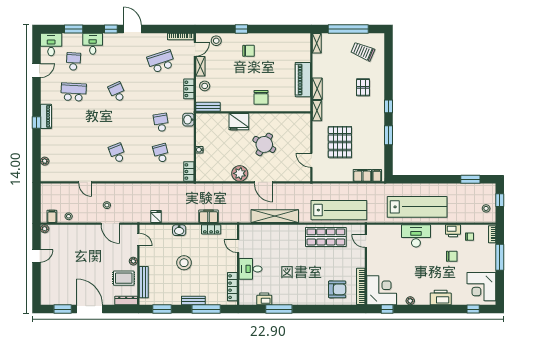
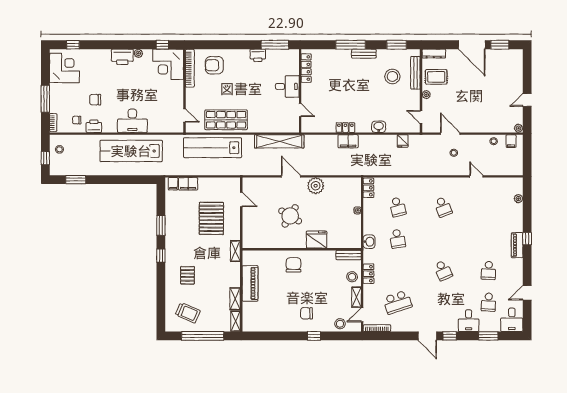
shelving: (317, 89) -> (235, 299), moved
school desk: (73, 92) -> (489, 270), width x0.54
door: (238, 246) -> (300, 110), moved
stool: (184, 263) -> (392, 76), moved
wall: (238, 265) -> (300, 91), moved
desk: (251, 269) -> (287, 86), moved
locker: (232, 287) -> (306, 68), moved
printer: (441, 297) -> (122, 57), moved
printer: (264, 299) -> (258, 55), moved

